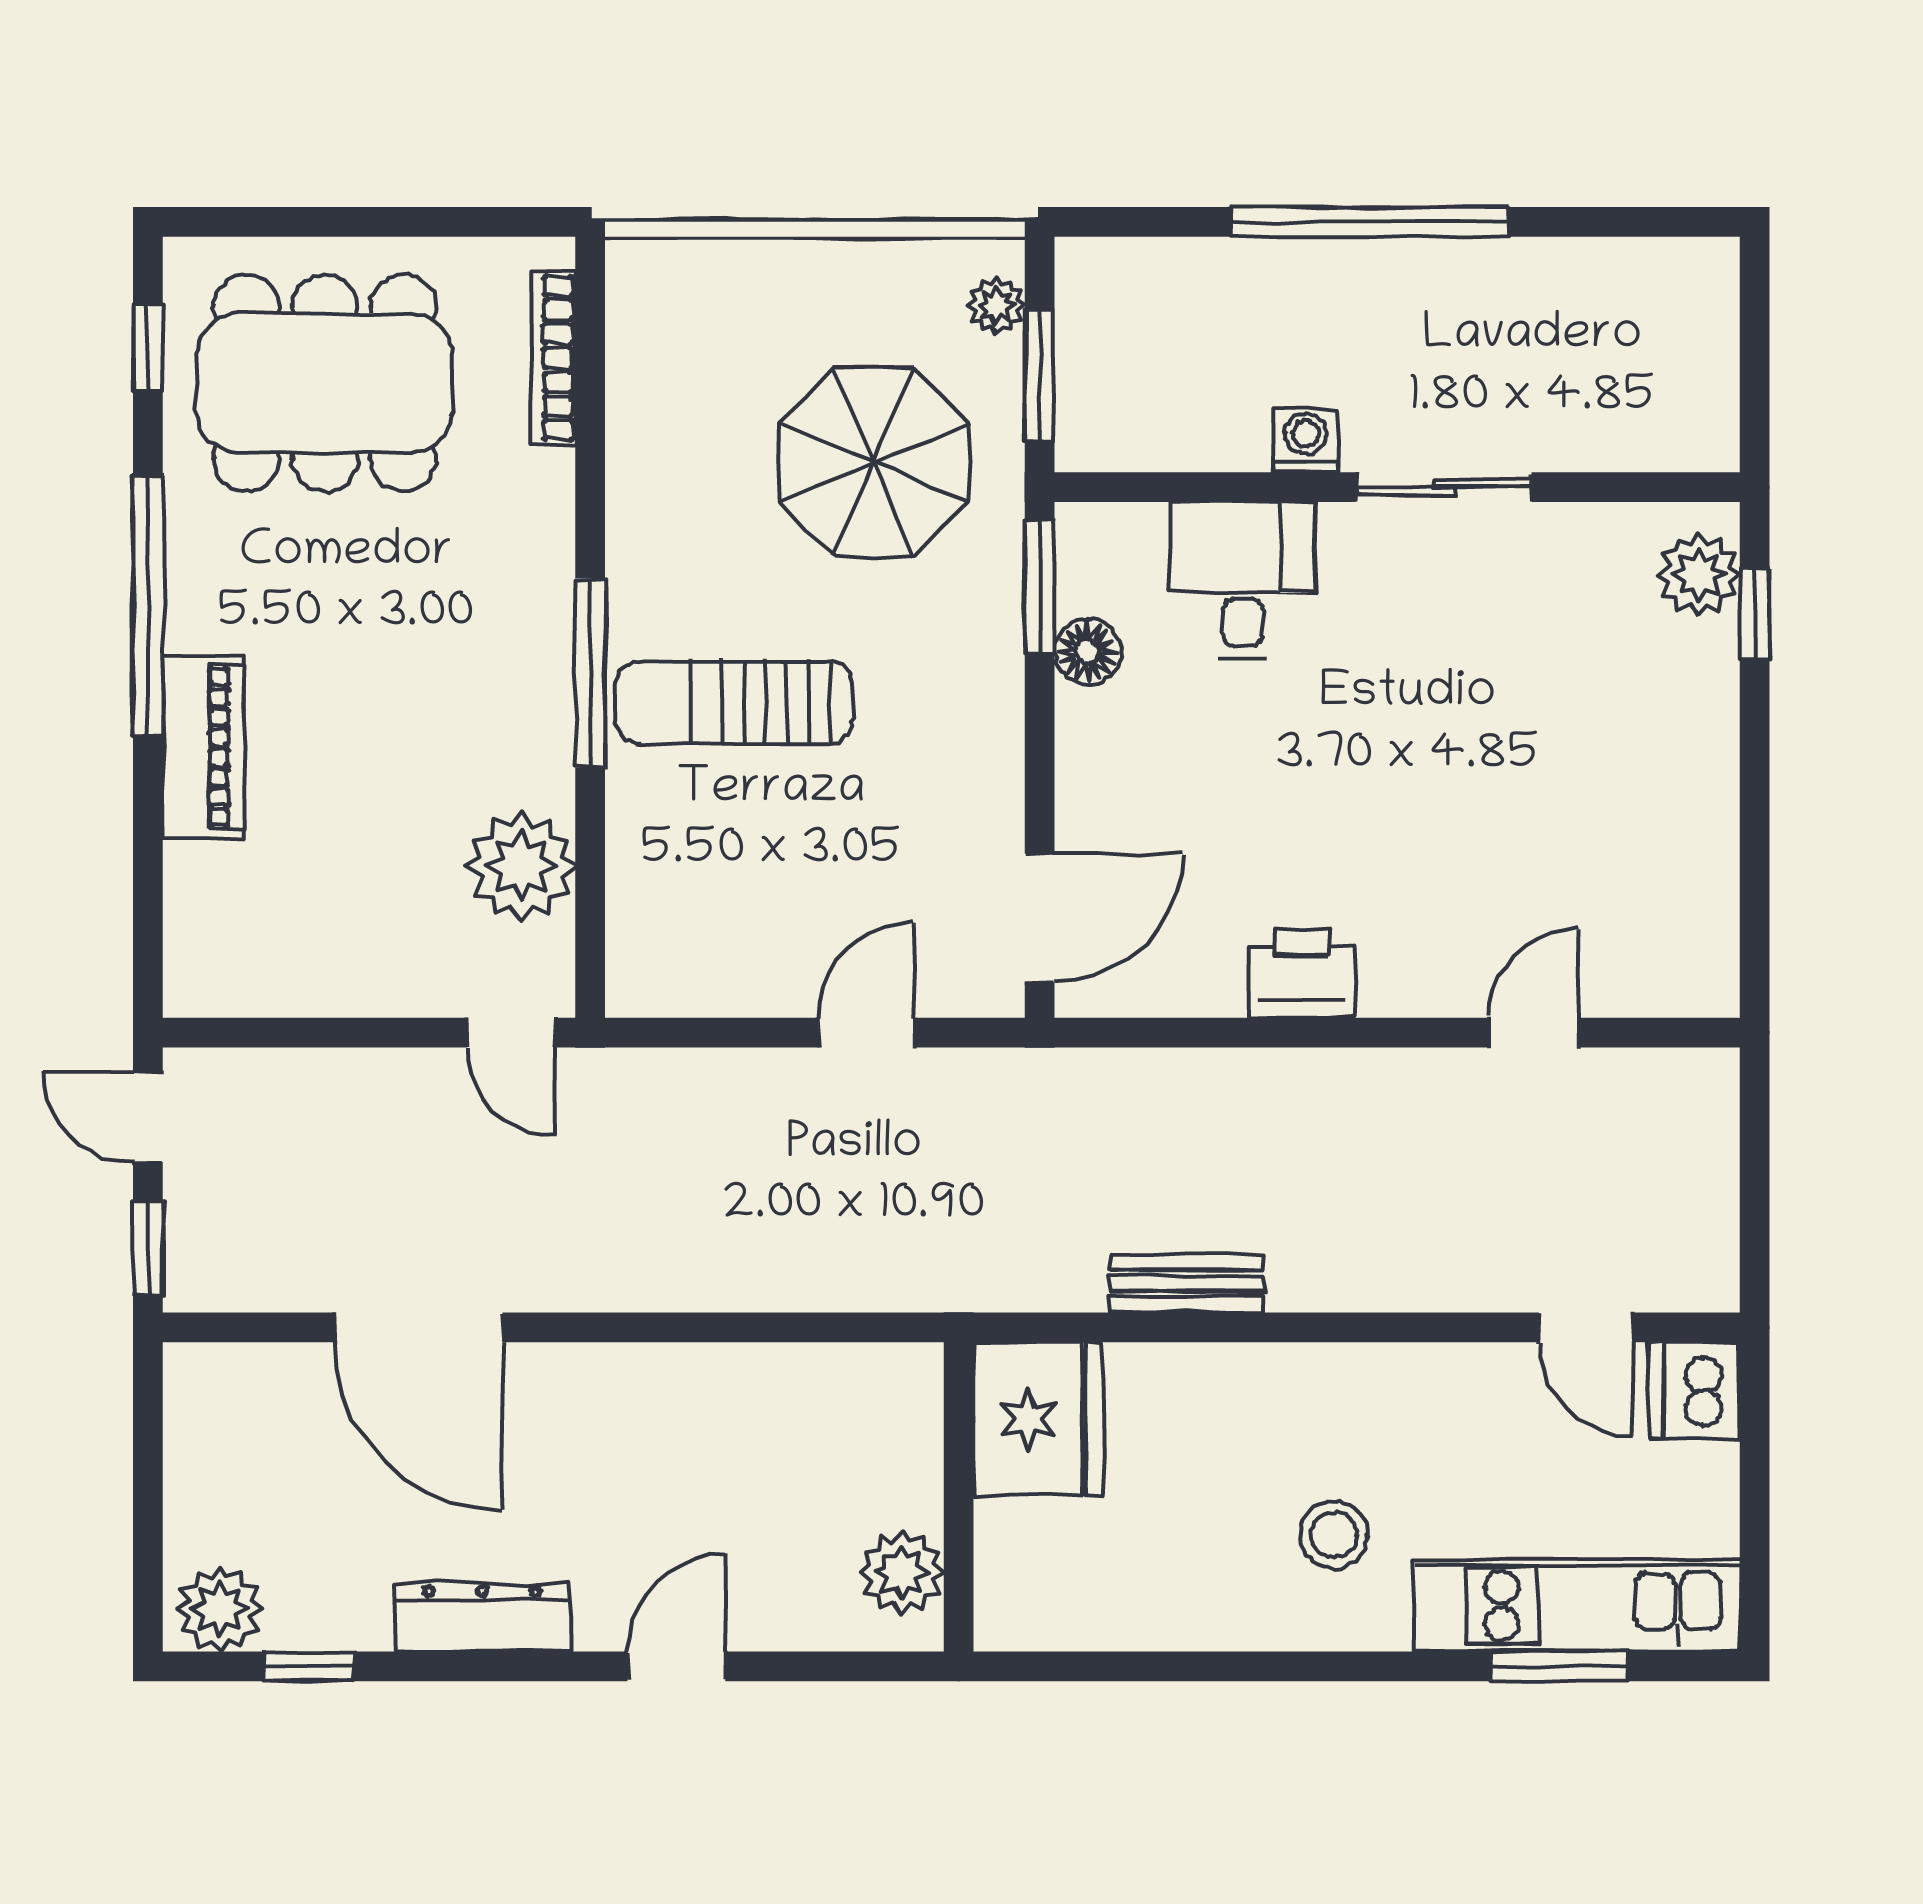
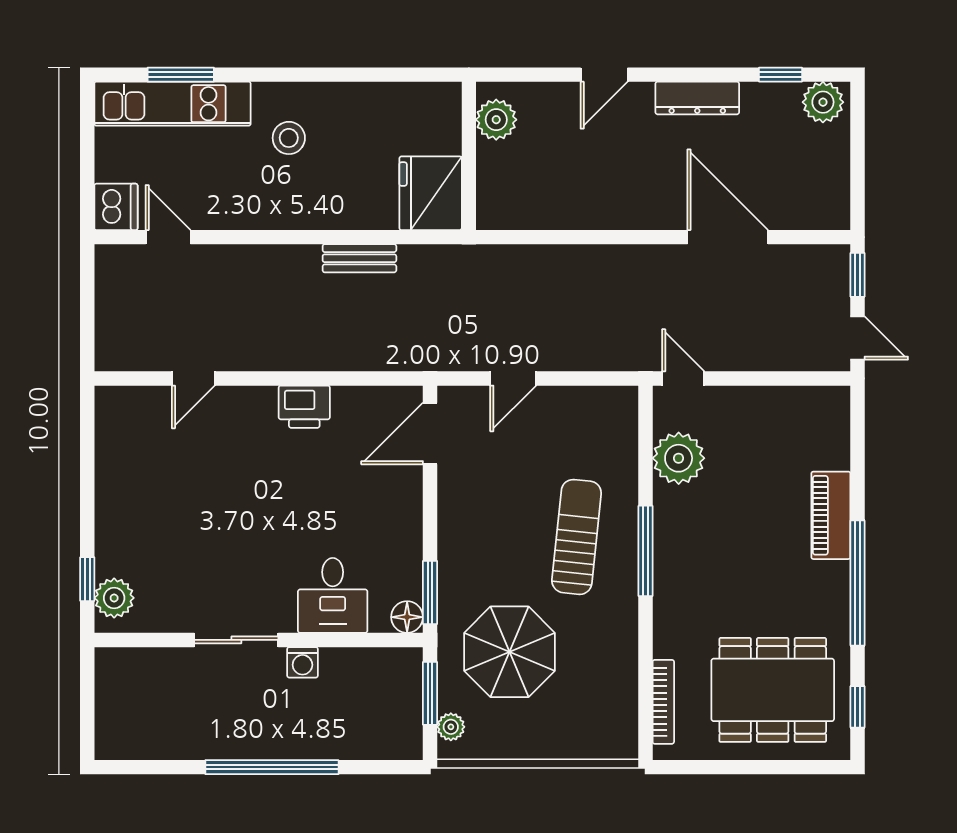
floor lamp: (1087, 652) -> (407, 617), moved
sun lounger: (734, 702) -> (577, 537), turned -84

